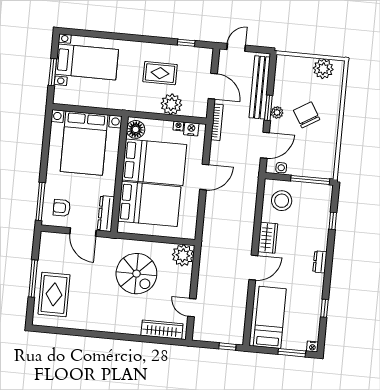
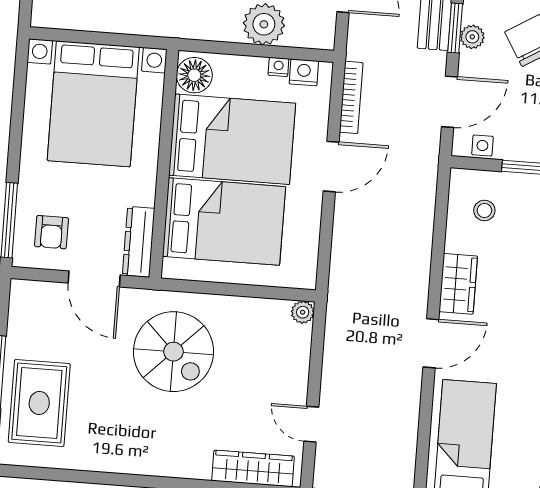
bookcase: (217, 122) -> (351, 97), moved
stool: (282, 201) -> (484, 210), width x0.53, depth x0.53
armchair: (62, 208) -> (51, 232), turned -90
plant: (183, 255) -> (303, 312), width x0.53, depth x0.53
spiral stairs: (136, 274) -> (173, 352), moved

